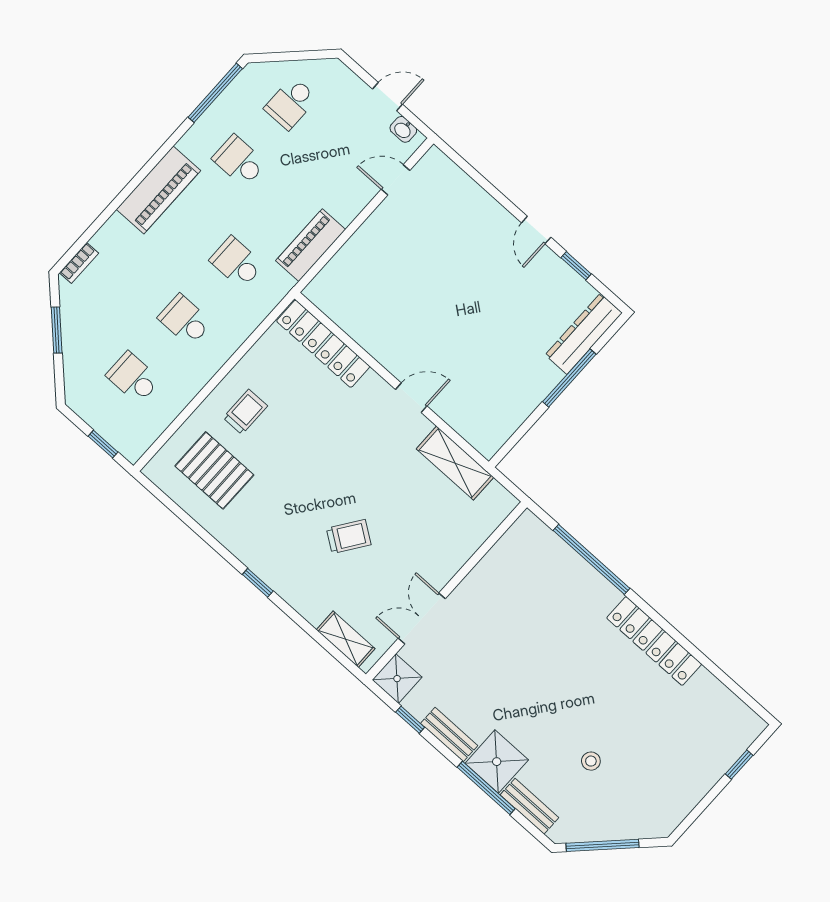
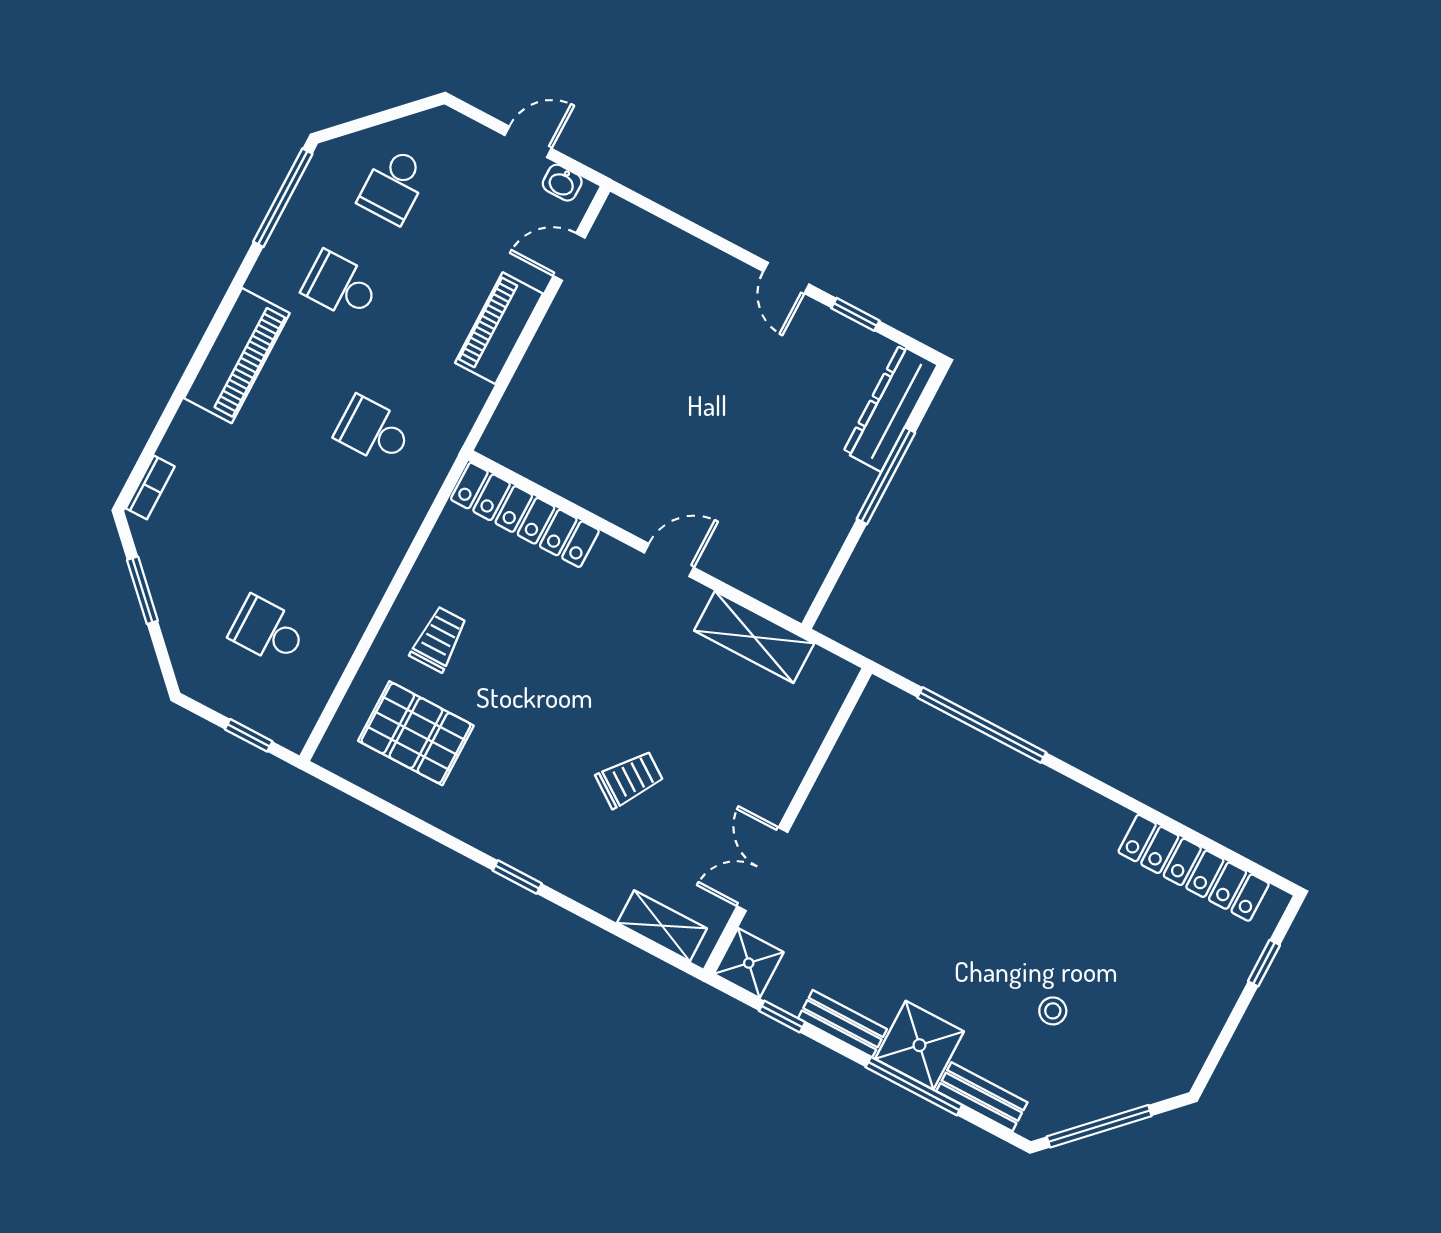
piano: (311, 245) -> (499, 328), moved
school desk: (185, 320) -> (321, 531), removed
locker: (654, 641) -> (1194, 868), moved

